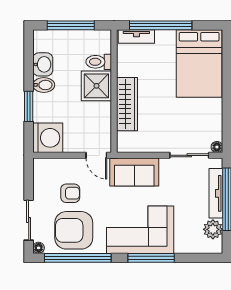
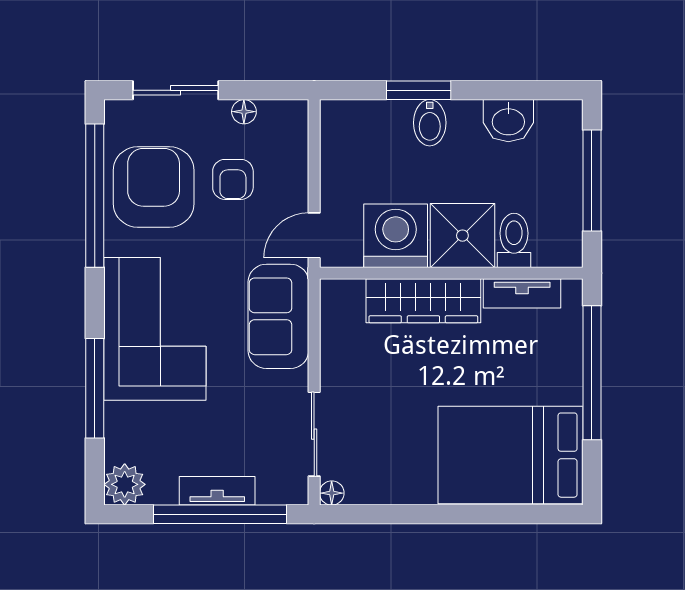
tv unit: (136, 36) -> (522, 293), moved, turned -90
bidet: (44, 85) -> (430, 123), moved
washing machine: (48, 138) -> (396, 236), moved, turned 180
tv unit: (216, 193) -> (217, 491), width x0.71
plant: (213, 229) -> (125, 484), moved
floor lamp: (39, 248) -> (244, 112), moved
window: (151, 258) -> (95, 388), moved

